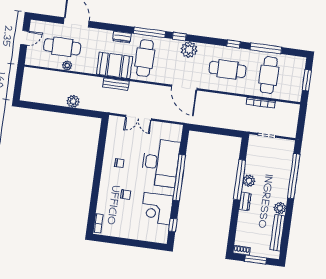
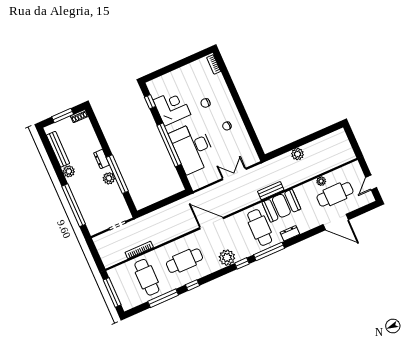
window: (307, 80) -> (112, 292), width x1.44

